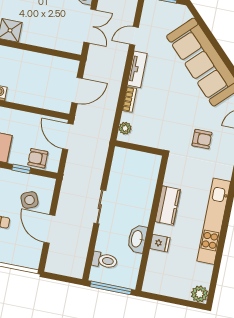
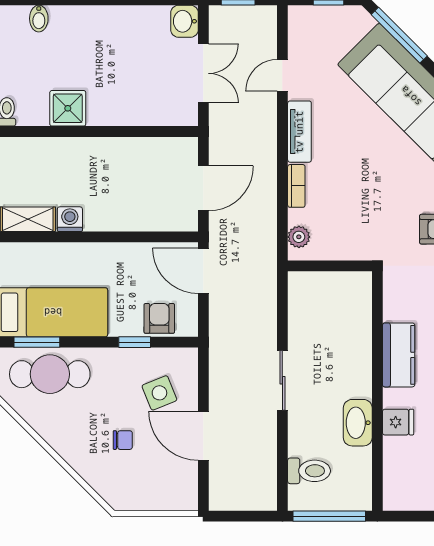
window: (204, 27) -> (399, 35), added
armchair: (38, 158) -> (159, 318), turned 90

